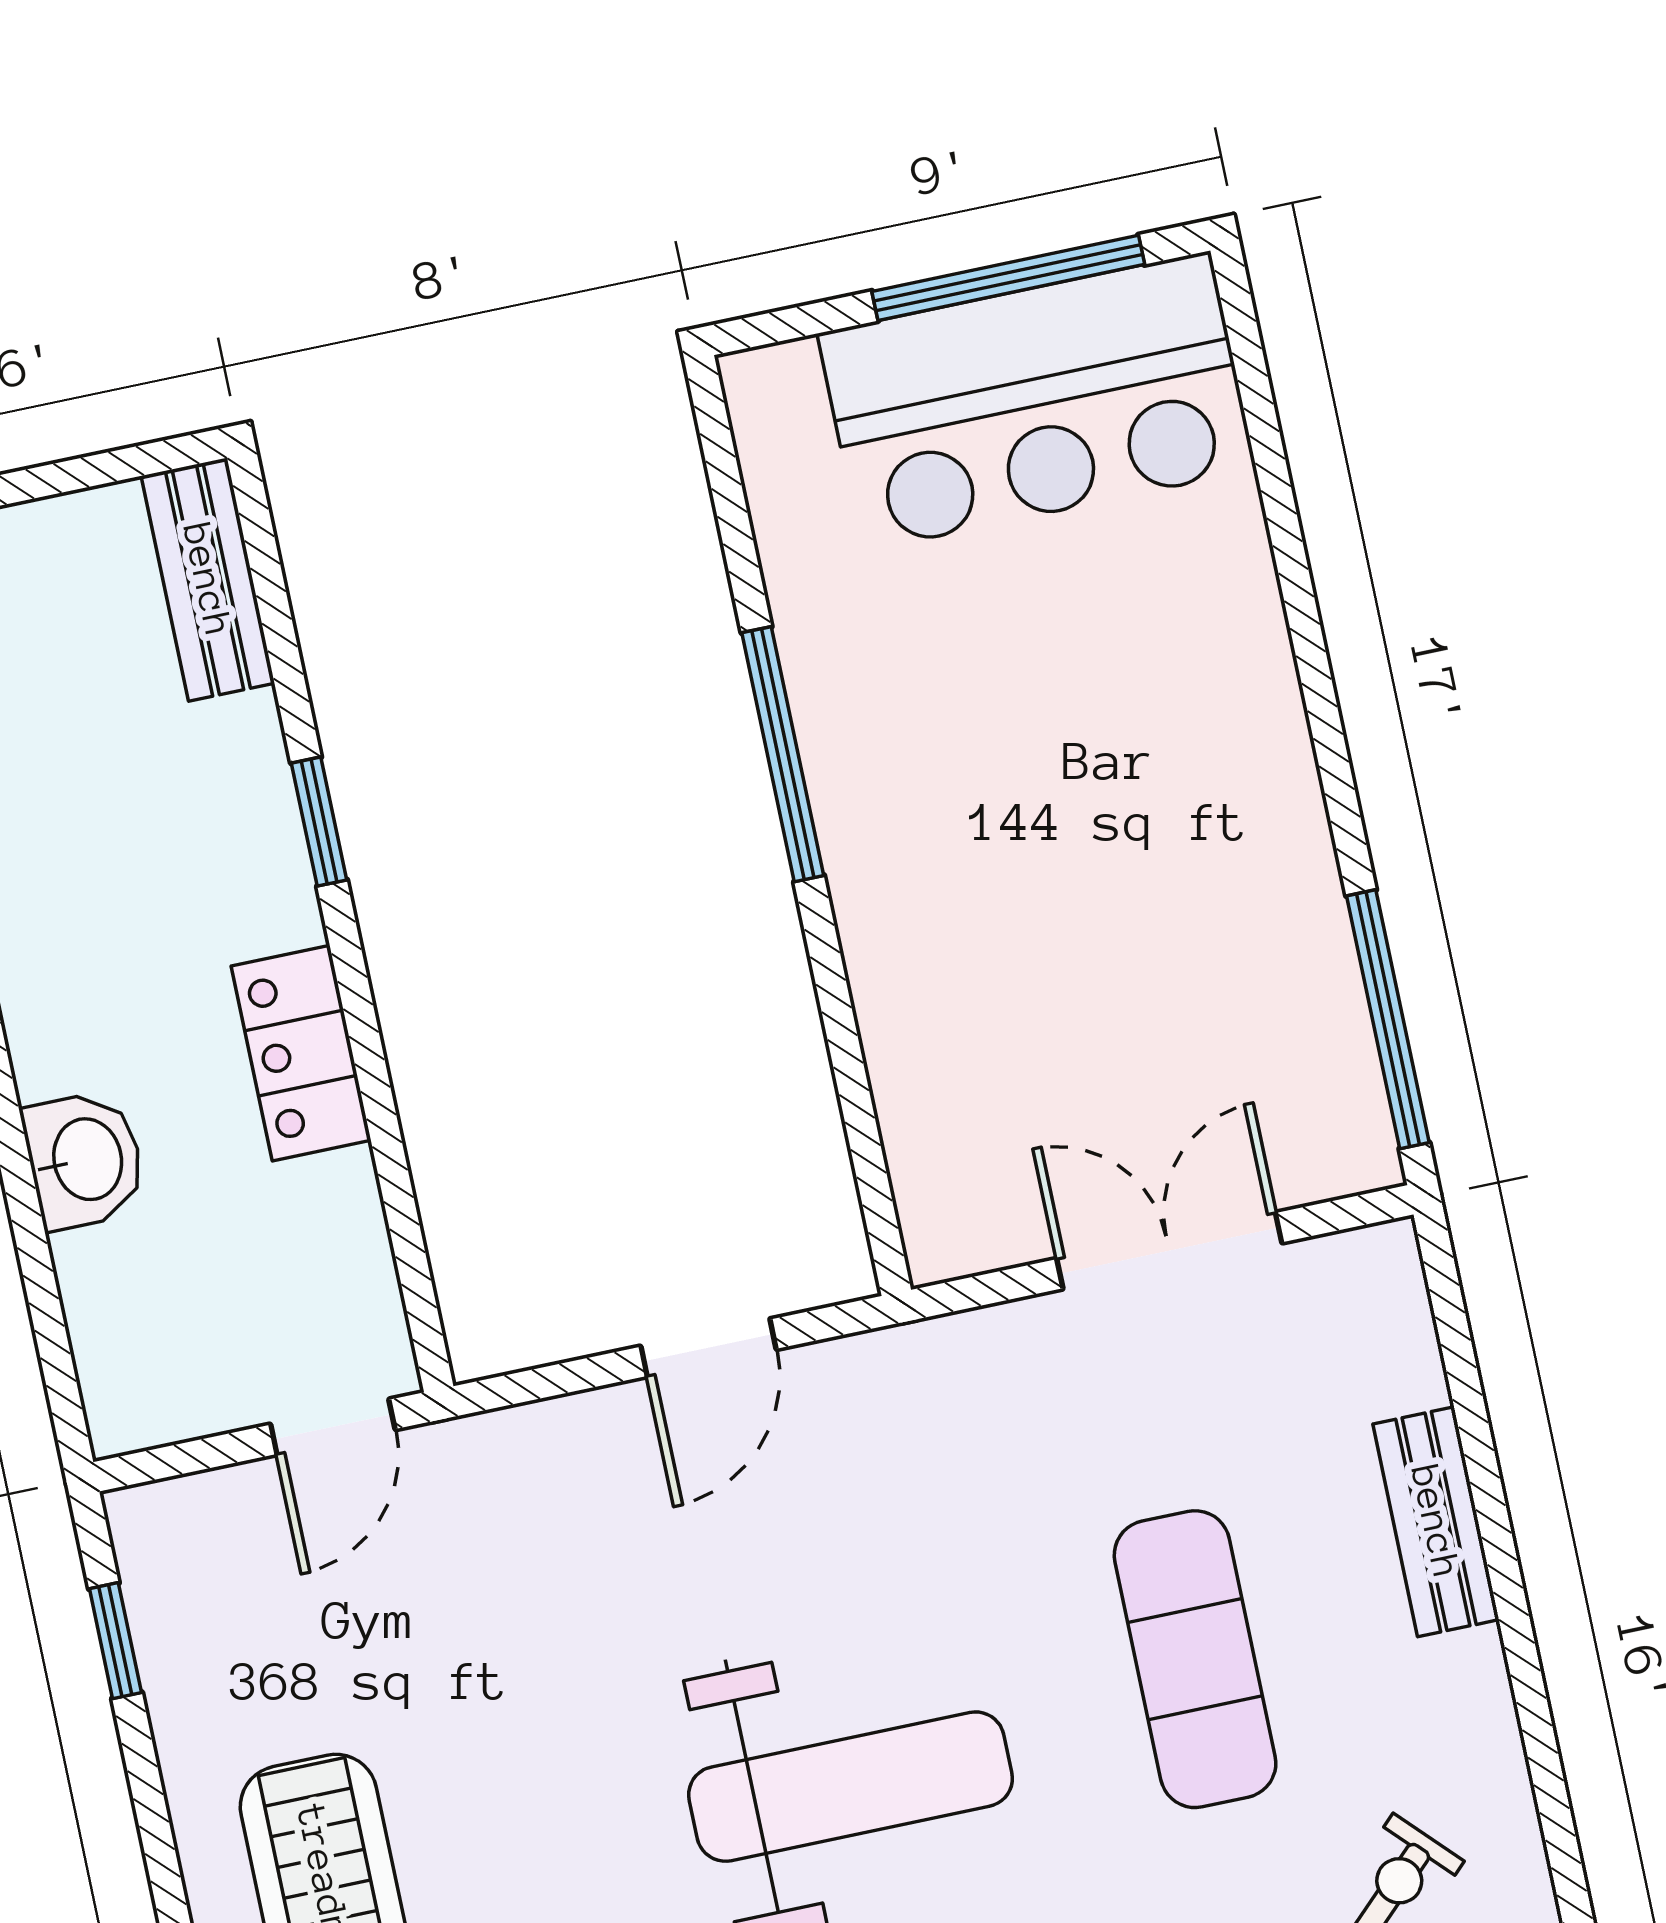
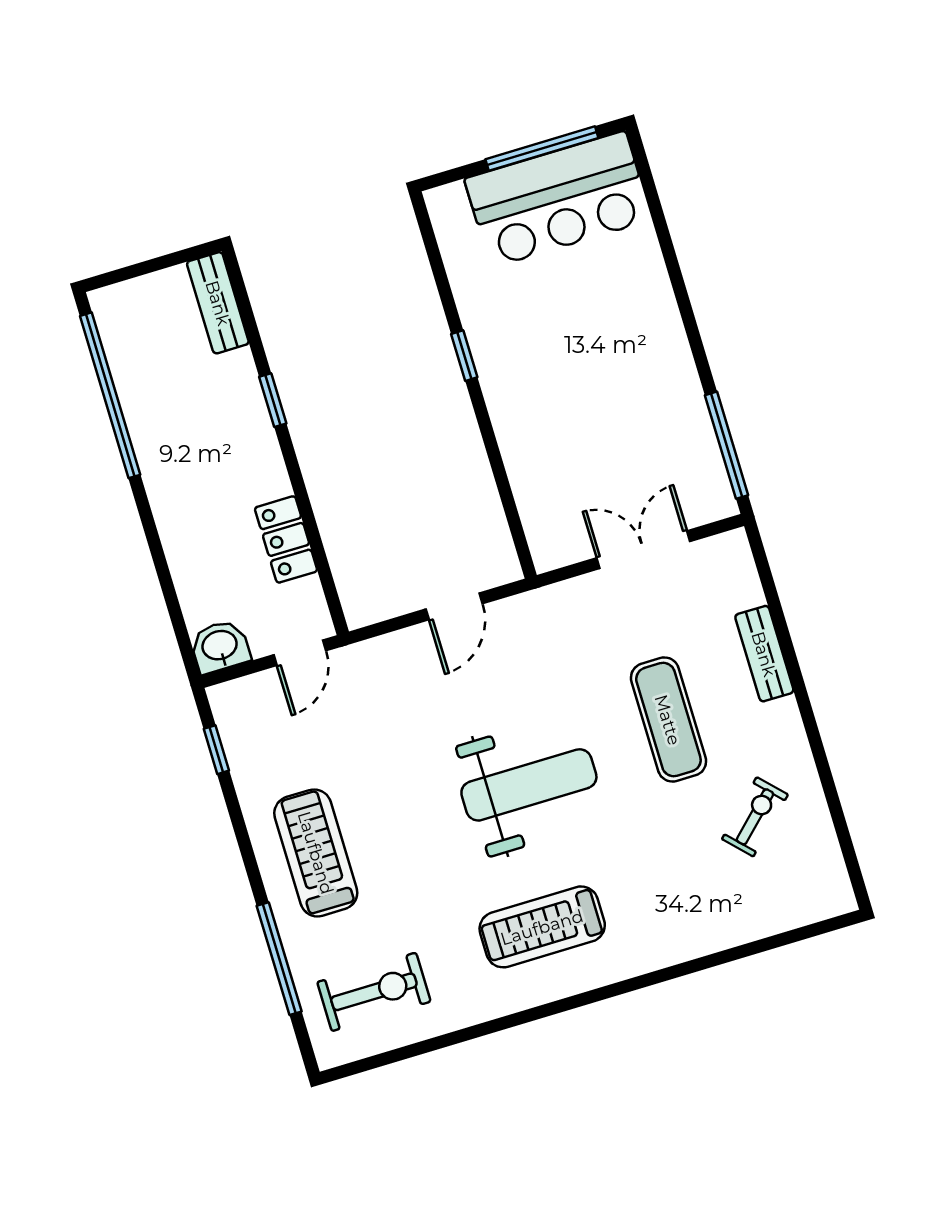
window: (783, 754) -> (464, 356), width x0.46
locker: (301, 1053) -> (286, 539), moved
washbasin: (85, 1160) -> (220, 646), moved, turned -90

